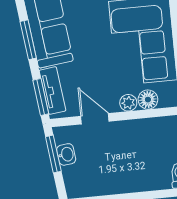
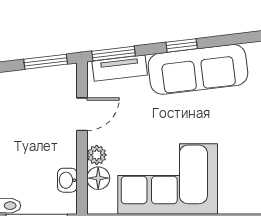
window: (28, 40) -> (182, 45), width x0.67
washbasin: (66, 154) -> (67, 180), moved, turned 97

